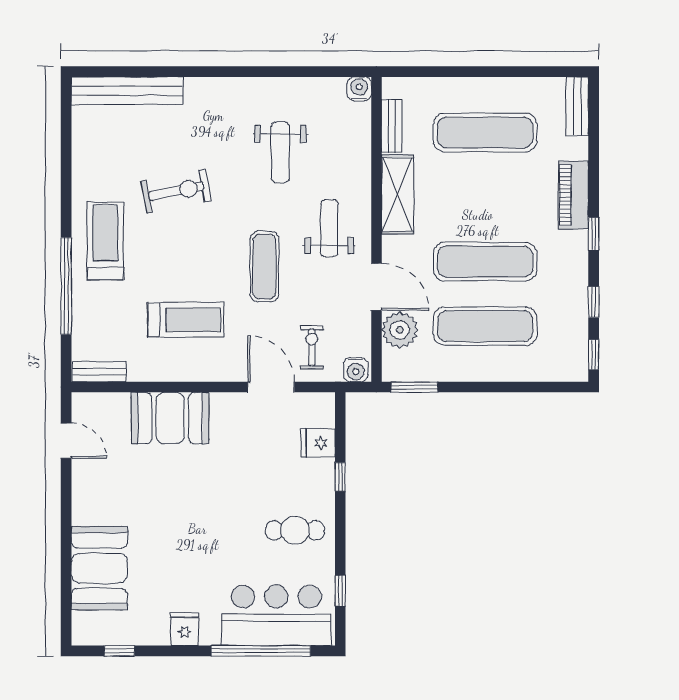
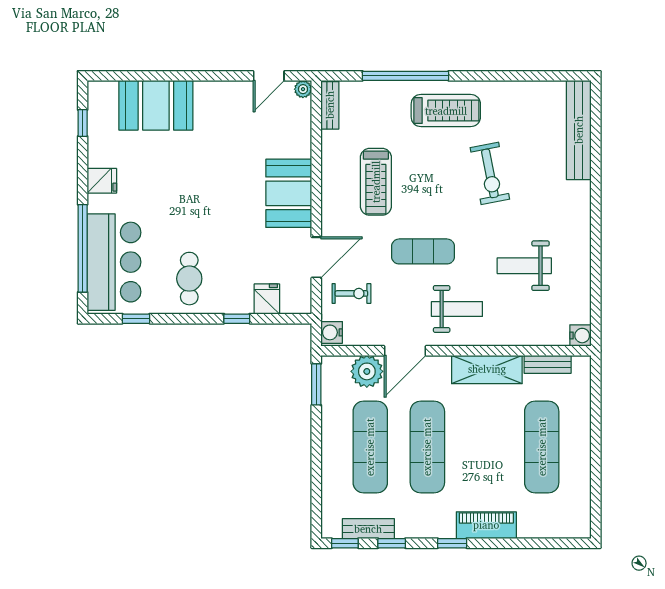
bench: (577, 106) -> (368, 529), moved
plant: (81, 402) -> (303, 89), added
booth: (170, 418) -> (289, 193), moved

